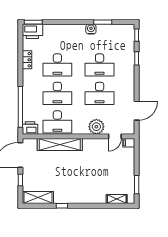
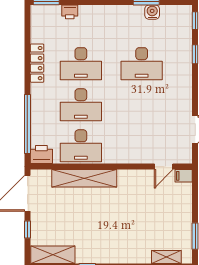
water cooler: (91, 29) -> (152, 12), moved
printer: (32, 31) -> (70, 12), moved, width x0.53, depth x0.68
locker: (27, 60) -> (37, 63), width x1.53
desk: (100, 93) -> (142, 105), removed
plant: (96, 127) -> (137, 153), removed

